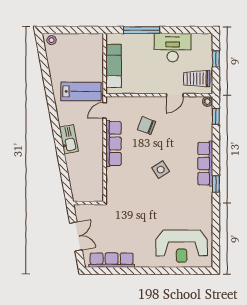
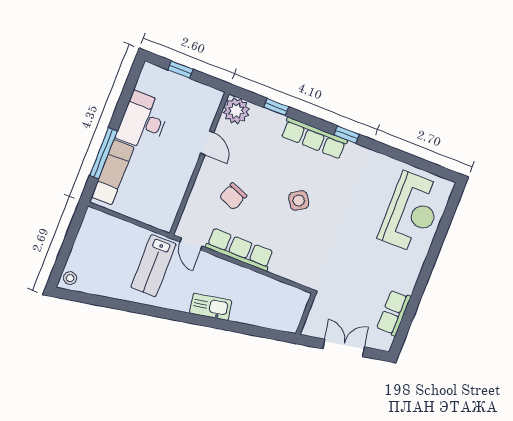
exam couch: (114, 66) -> (113, 172), moved, turned 90
trolley: (197, 79) -> (197, 105), removed
lab bench: (81, 91) -> (153, 266), turned 180
plant: (208, 101) -> (236, 111), width x1.87, depth x1.87
window: (216, 116) -> (276, 107), moved
row of seats: (112, 260) -> (394, 313), width x0.68

